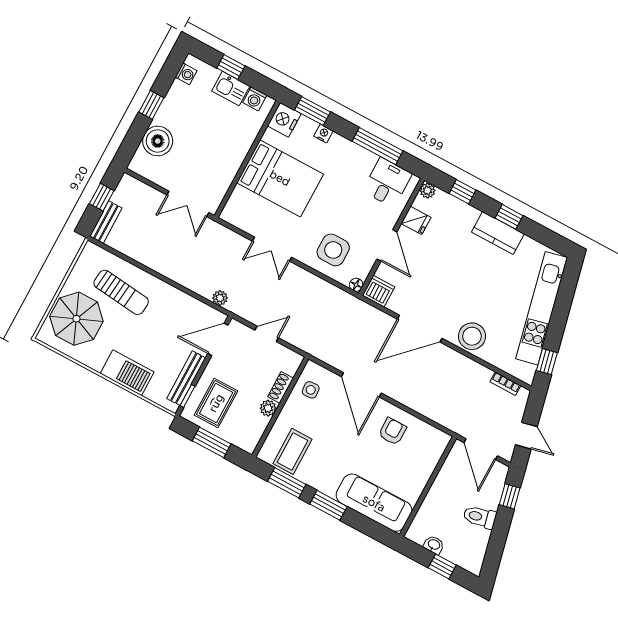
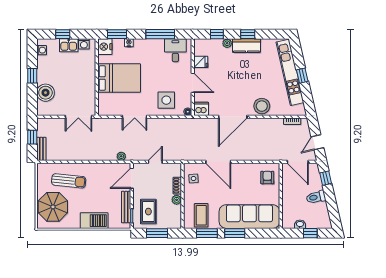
plant: (428, 191) -> (227, 43), moved
window: (547, 362) -> (302, 76), moved
armchair: (392, 431) -> (267, 178), moved
door: (526, 436) -> (317, 142), swing flipped
sofa: (374, 503) -> (249, 217), width x1.36, depth x1.27

